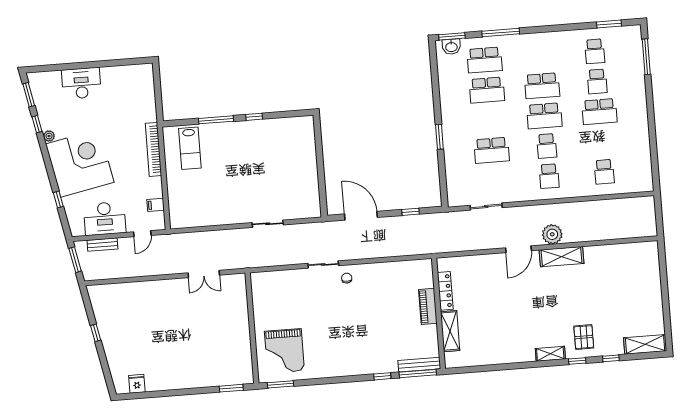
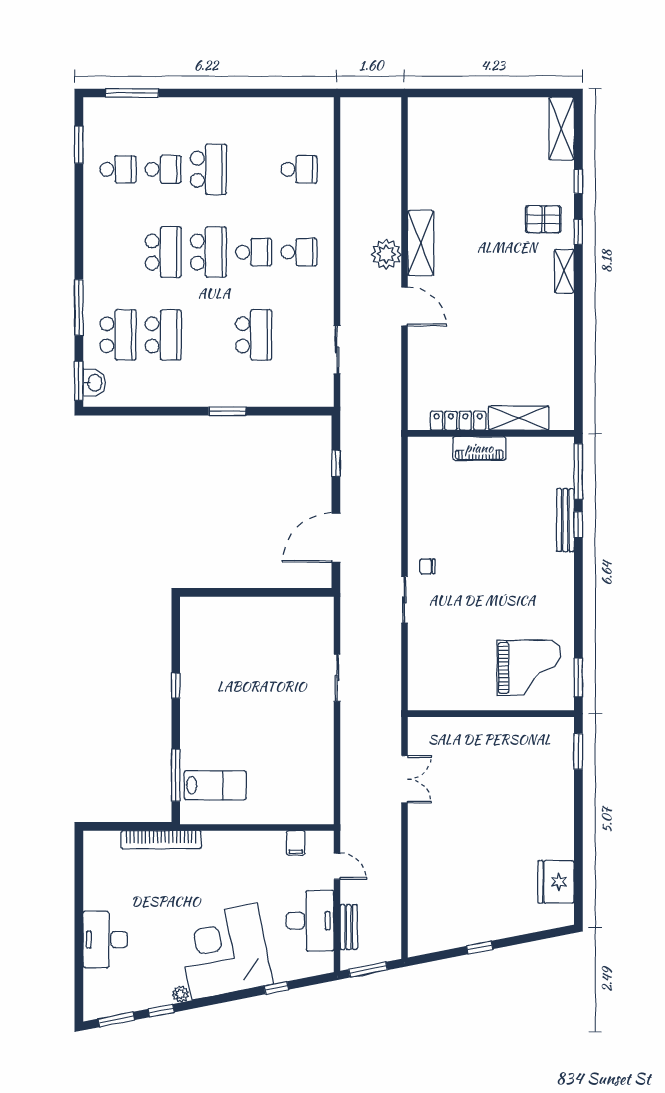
window: (216, 120) -> (176, 775), moved
bookcase: (153, 149) -> (161, 840), moved
bench: (419, 365) -> (565, 520), moved
fridge: (137, 384) -> (556, 882), width x1.88, depth x1.34

